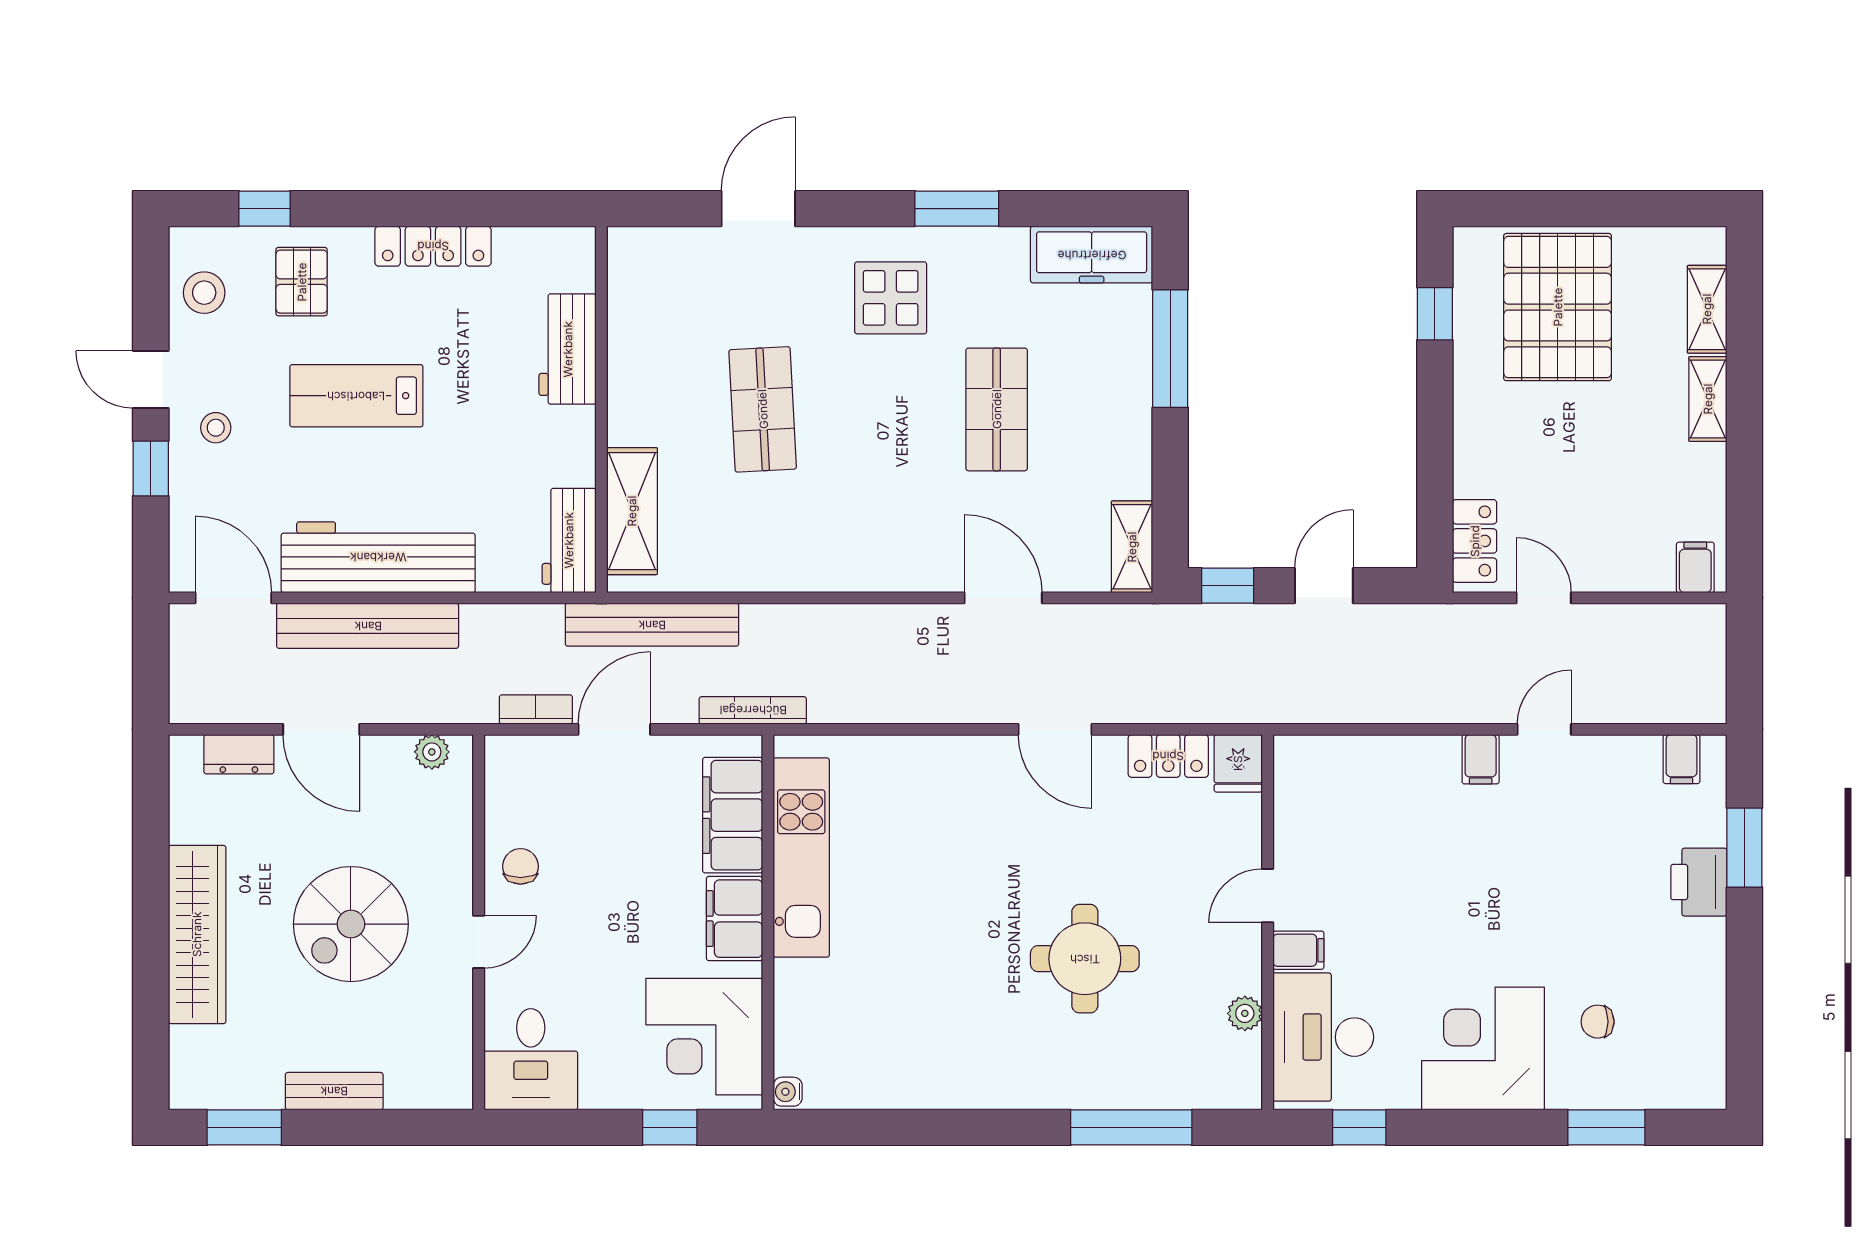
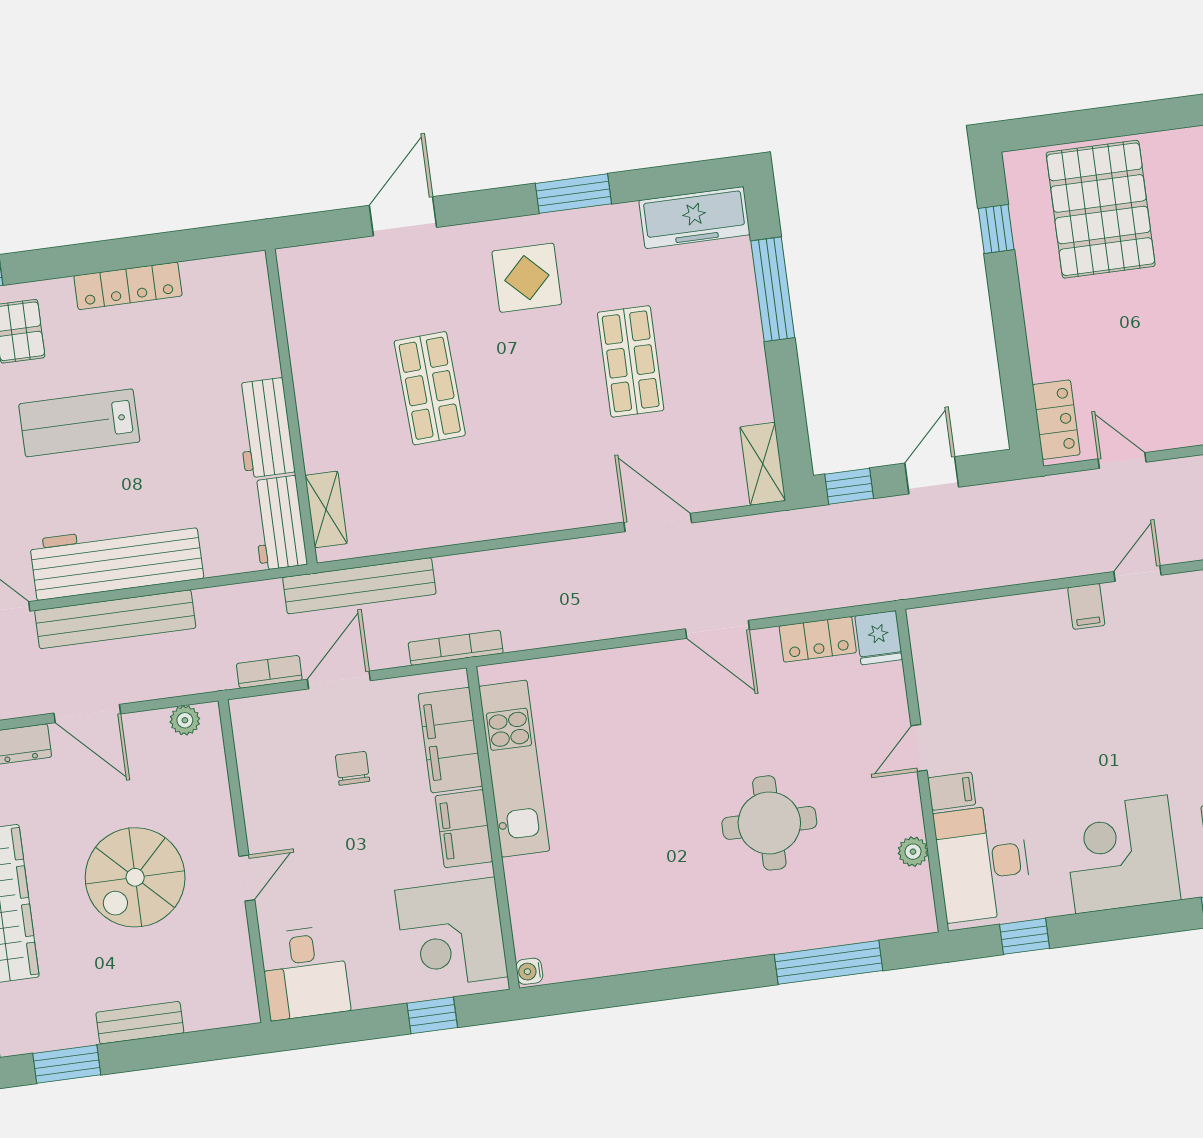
workbench: (568, 349) -> (264, 428), moved
shelving: (632, 511) -> (326, 509), width x0.67, depth x0.75
chair: (520, 866) -> (352, 768), moved

